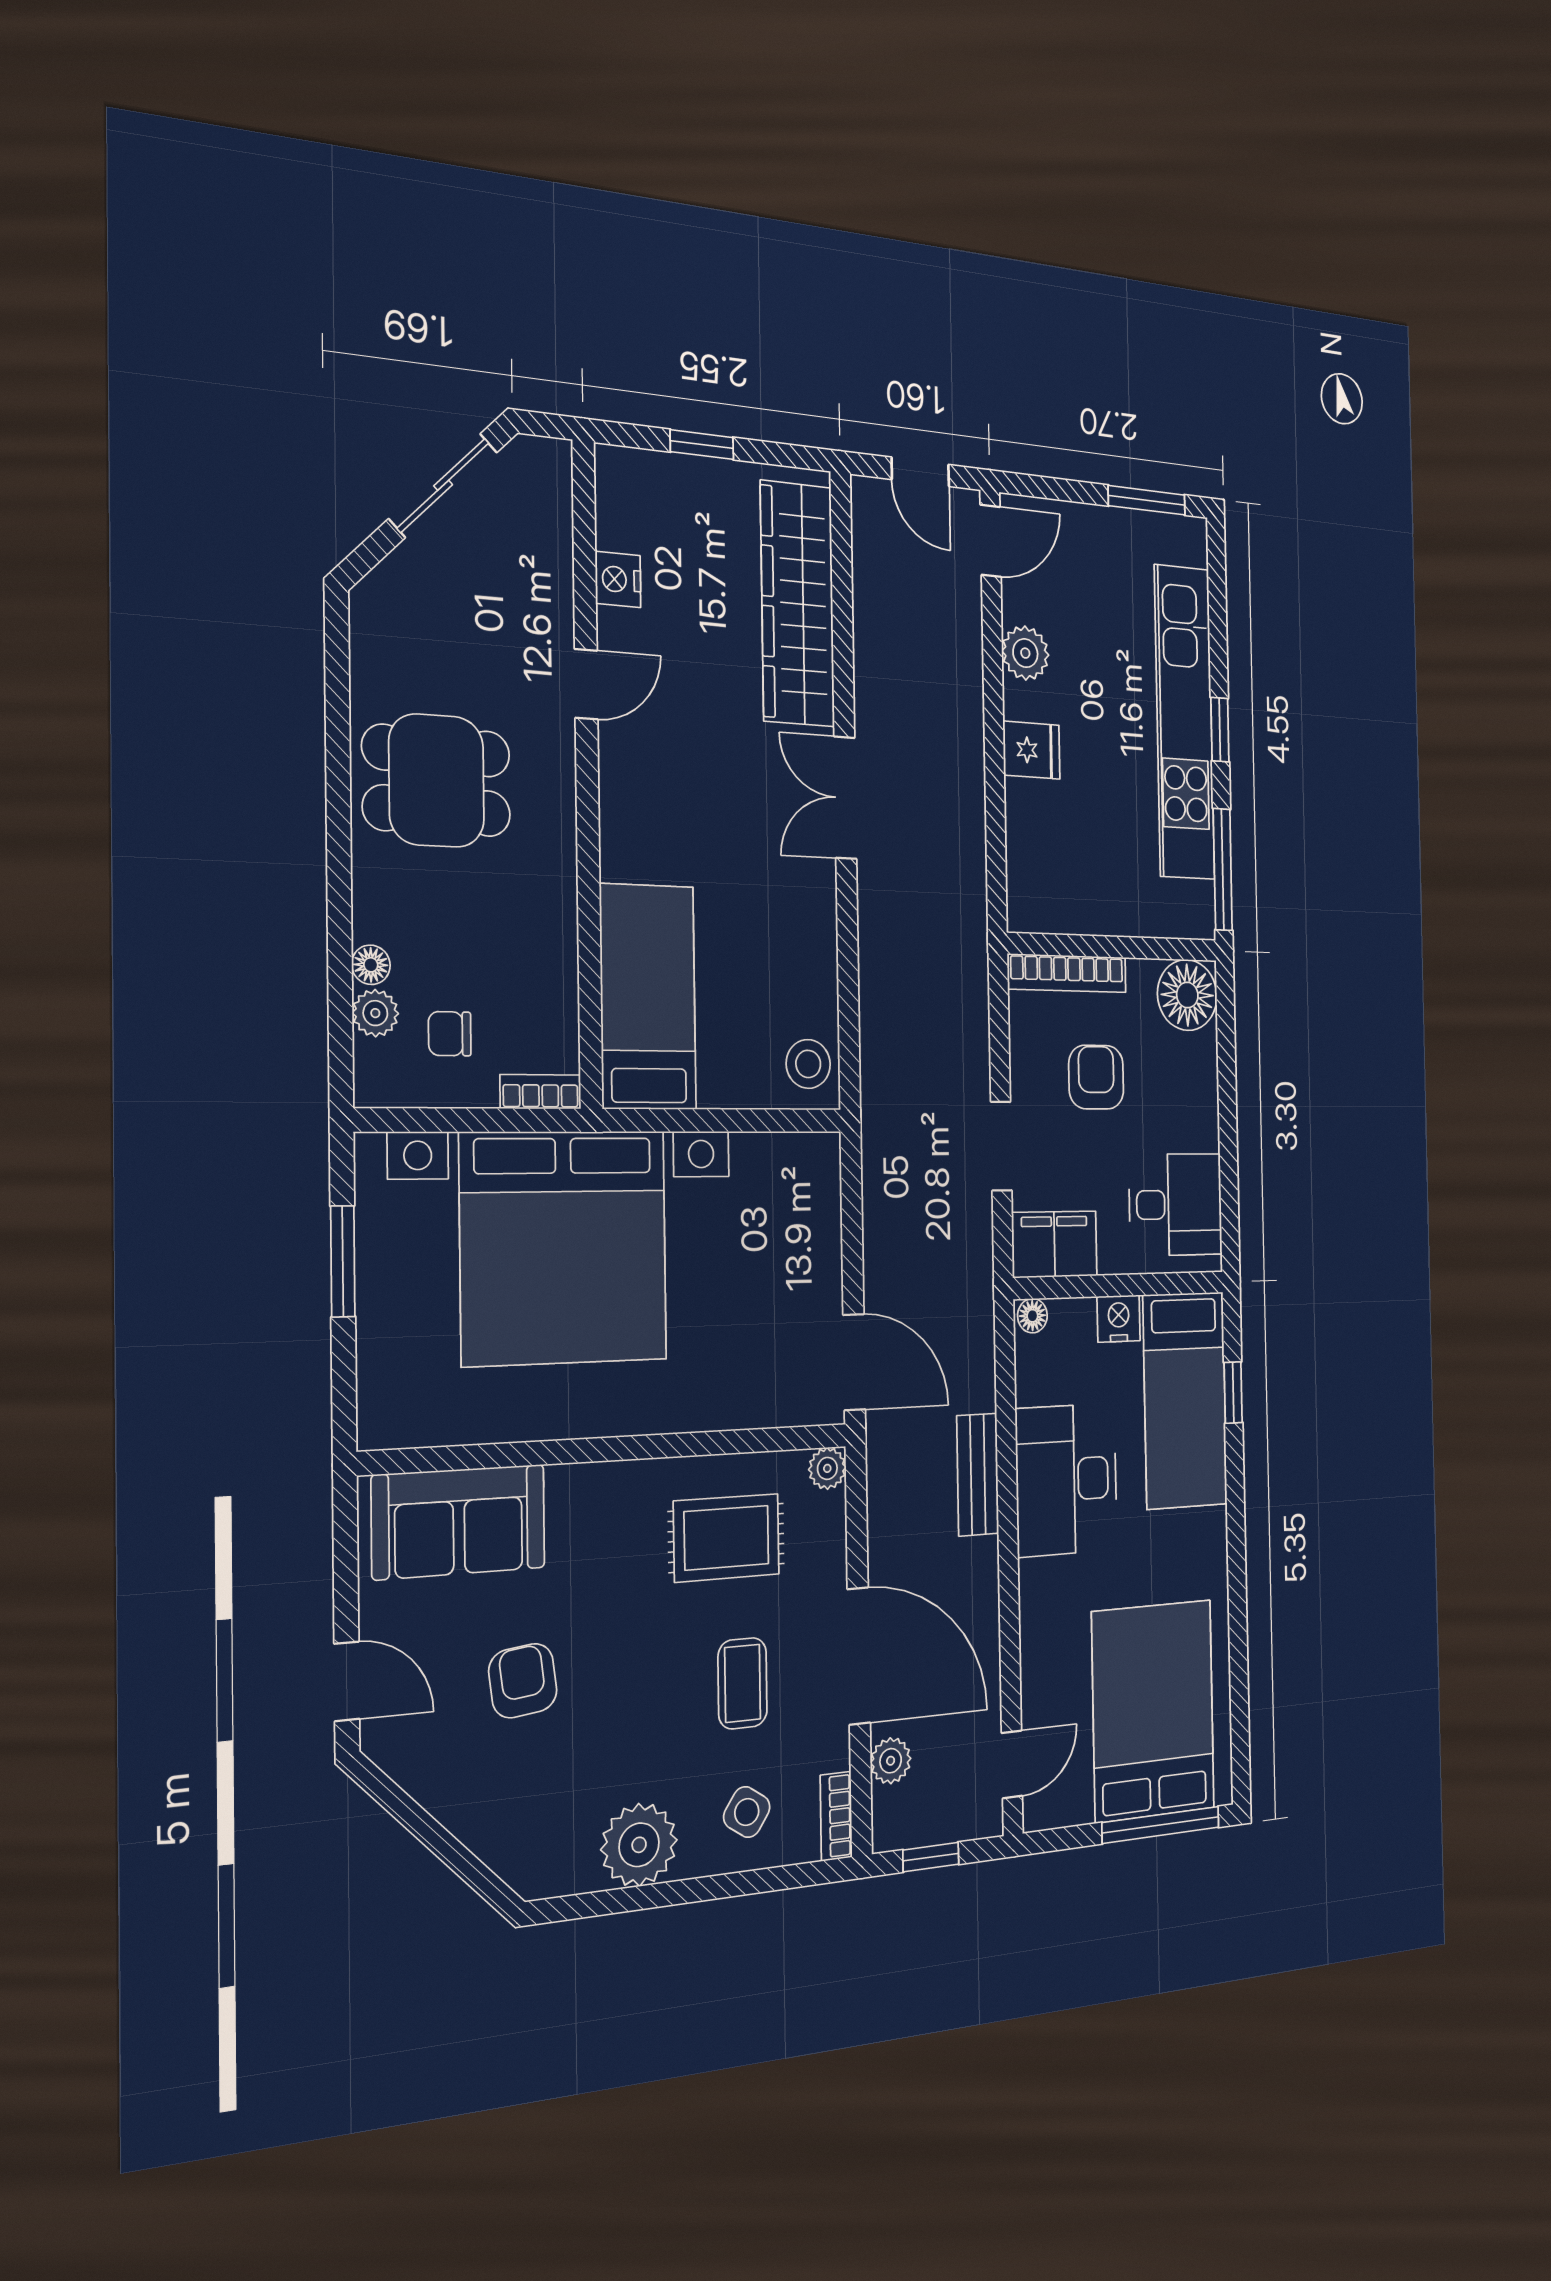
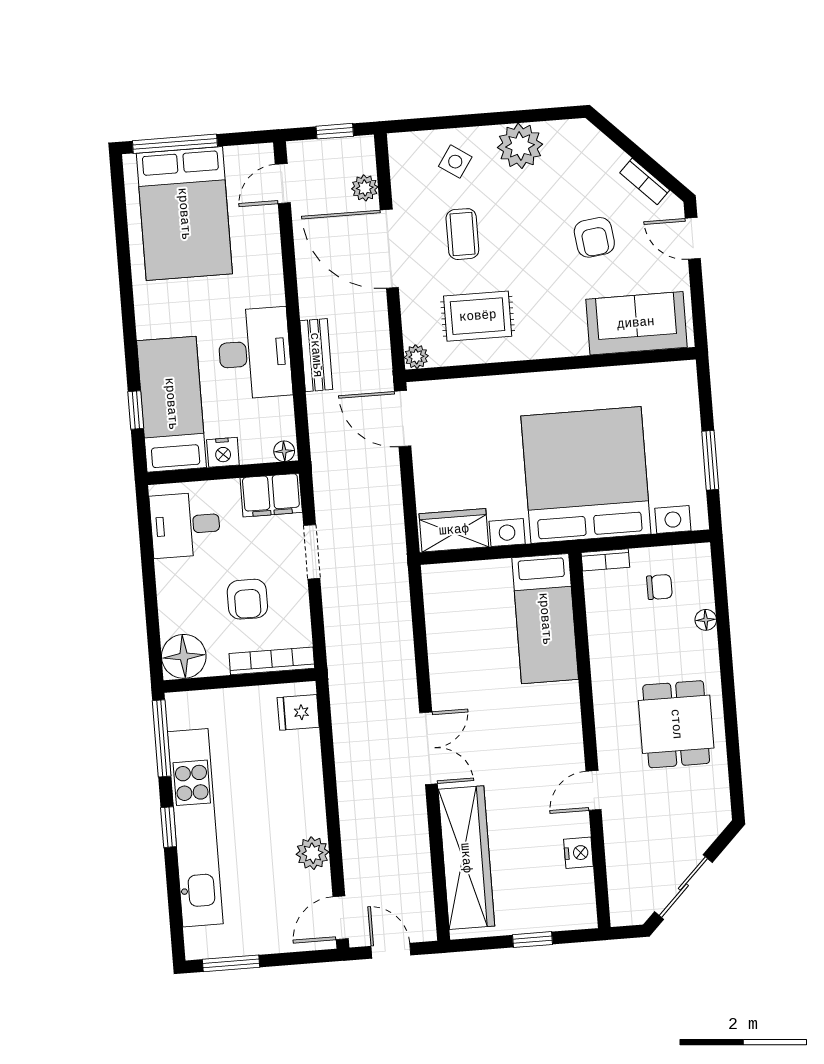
fridge: (1031, 750) -> (298, 712), moved
dining table: (437, 781) -> (676, 724), turned 90
plant: (375, 1013) -> (702, 594), removed
stool: (808, 1064) -> (443, 590), removed
wardrobe: (785, 1165) -> (454, 530), added
bookcase: (836, 1816) -> (645, 181), moved, turned 135

